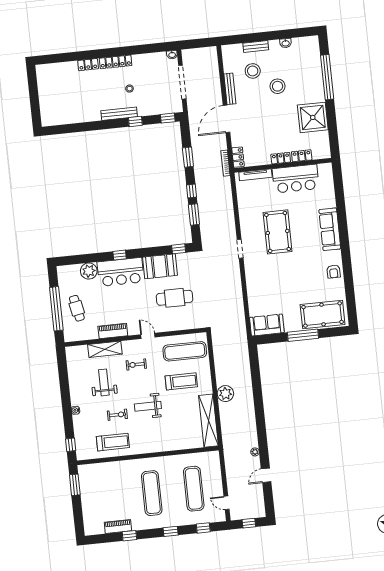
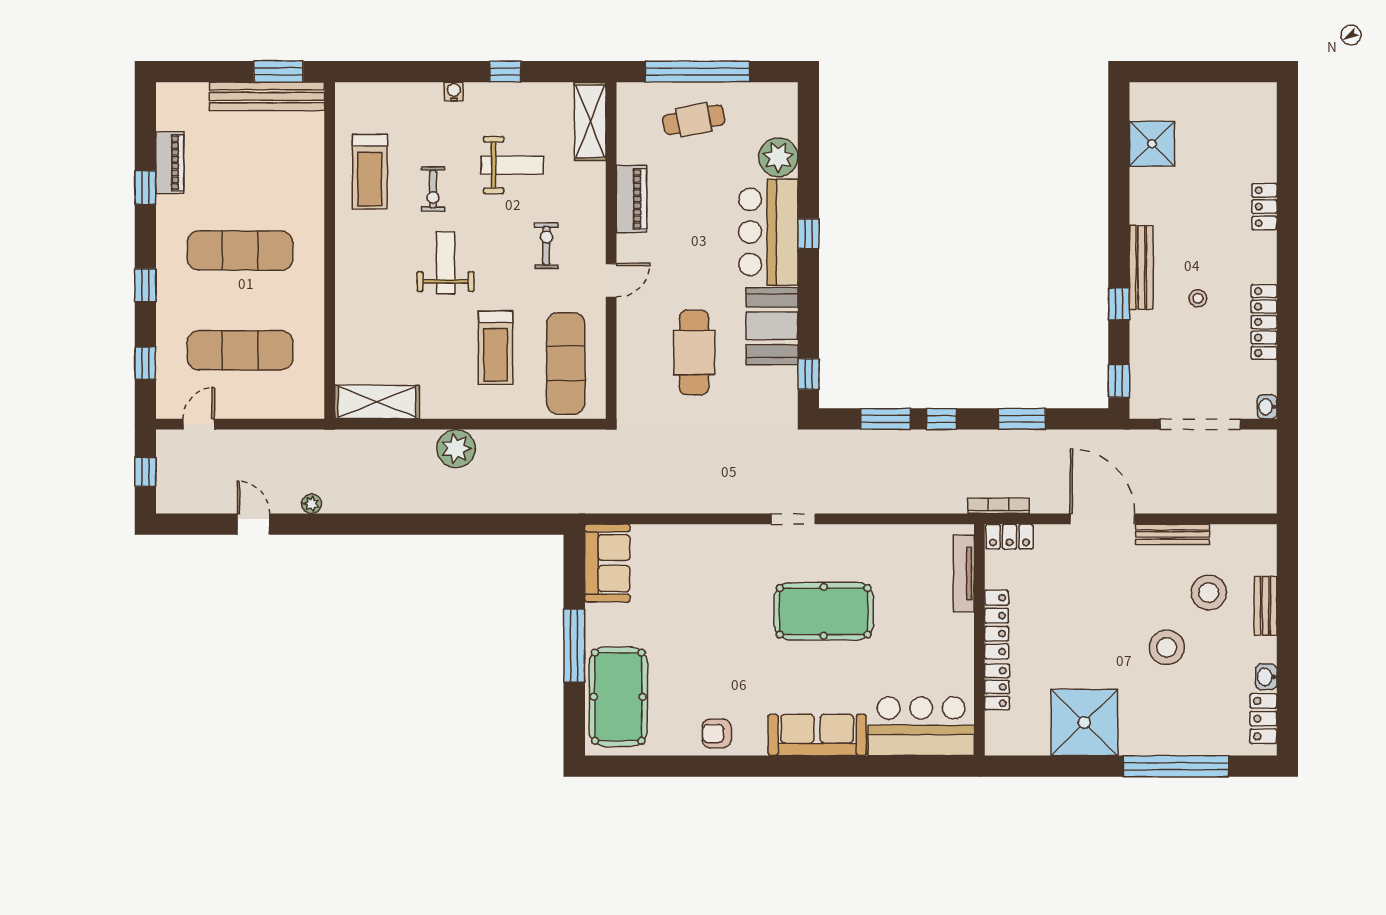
locker: (303, 42) -> (1263, 719), added
locker: (116, 62) -> (1264, 322), moved
shower: (67, 115) -> (1152, 144), added
locker: (281, 158) -> (997, 625), width x1.53
bar counter: (296, 179) -> (921, 726), moved, turned 90
shelving: (105, 349) -> (590, 121), moved
shelving: (208, 421) -> (377, 402), width x0.68
window: (71, 445) -> (505, 72), moved
bench: (86, 489) -> (267, 96), added

